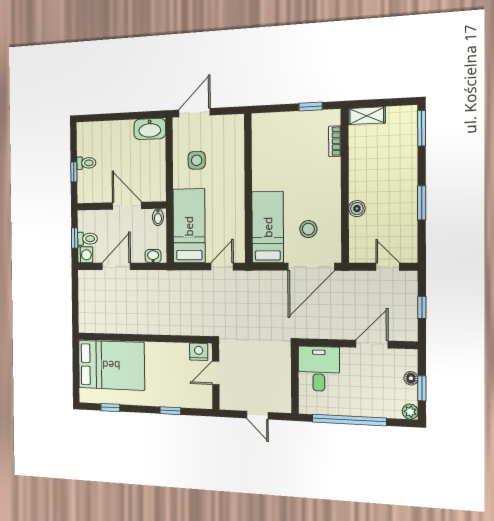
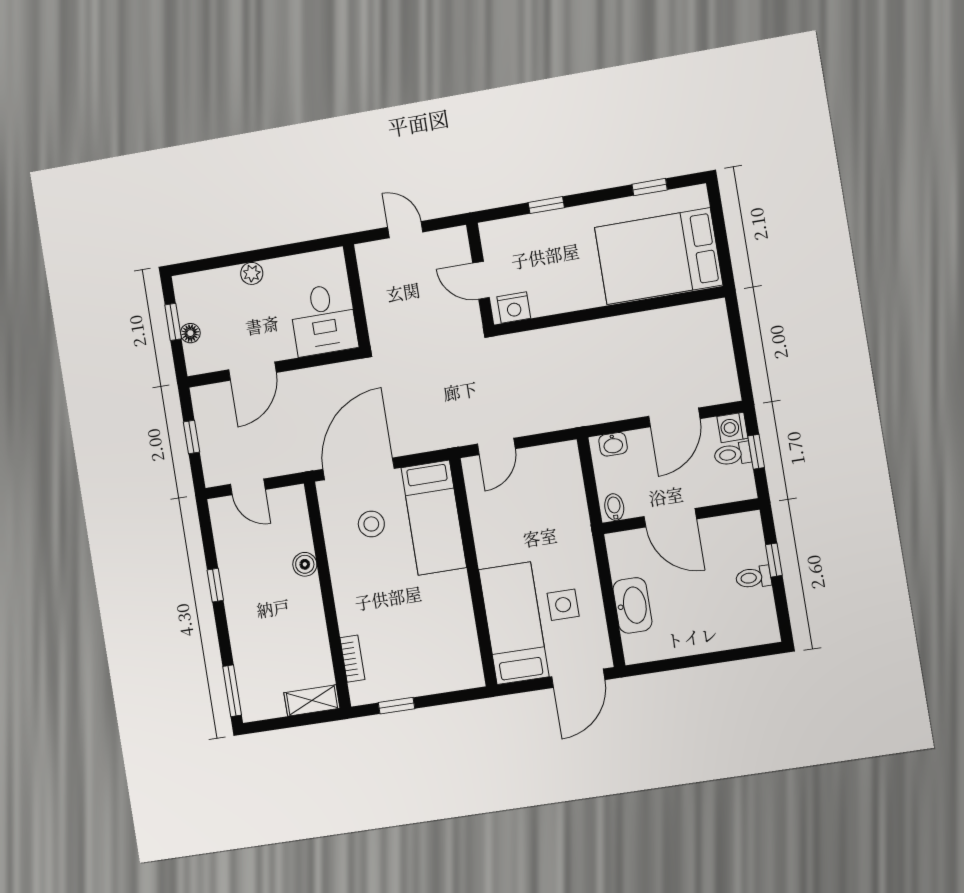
washbasin: (150, 129) -> (632, 605), moved, turned 90
window: (422, 203) -> (215, 585), width x0.67
bed: (189, 226) -> (514, 623), moved, turned 180
door: (216, 373) -> (481, 280), swing flipped
plant: (410, 412) -> (252, 273), moved
window: (349, 420) -> (268, 254), removed

